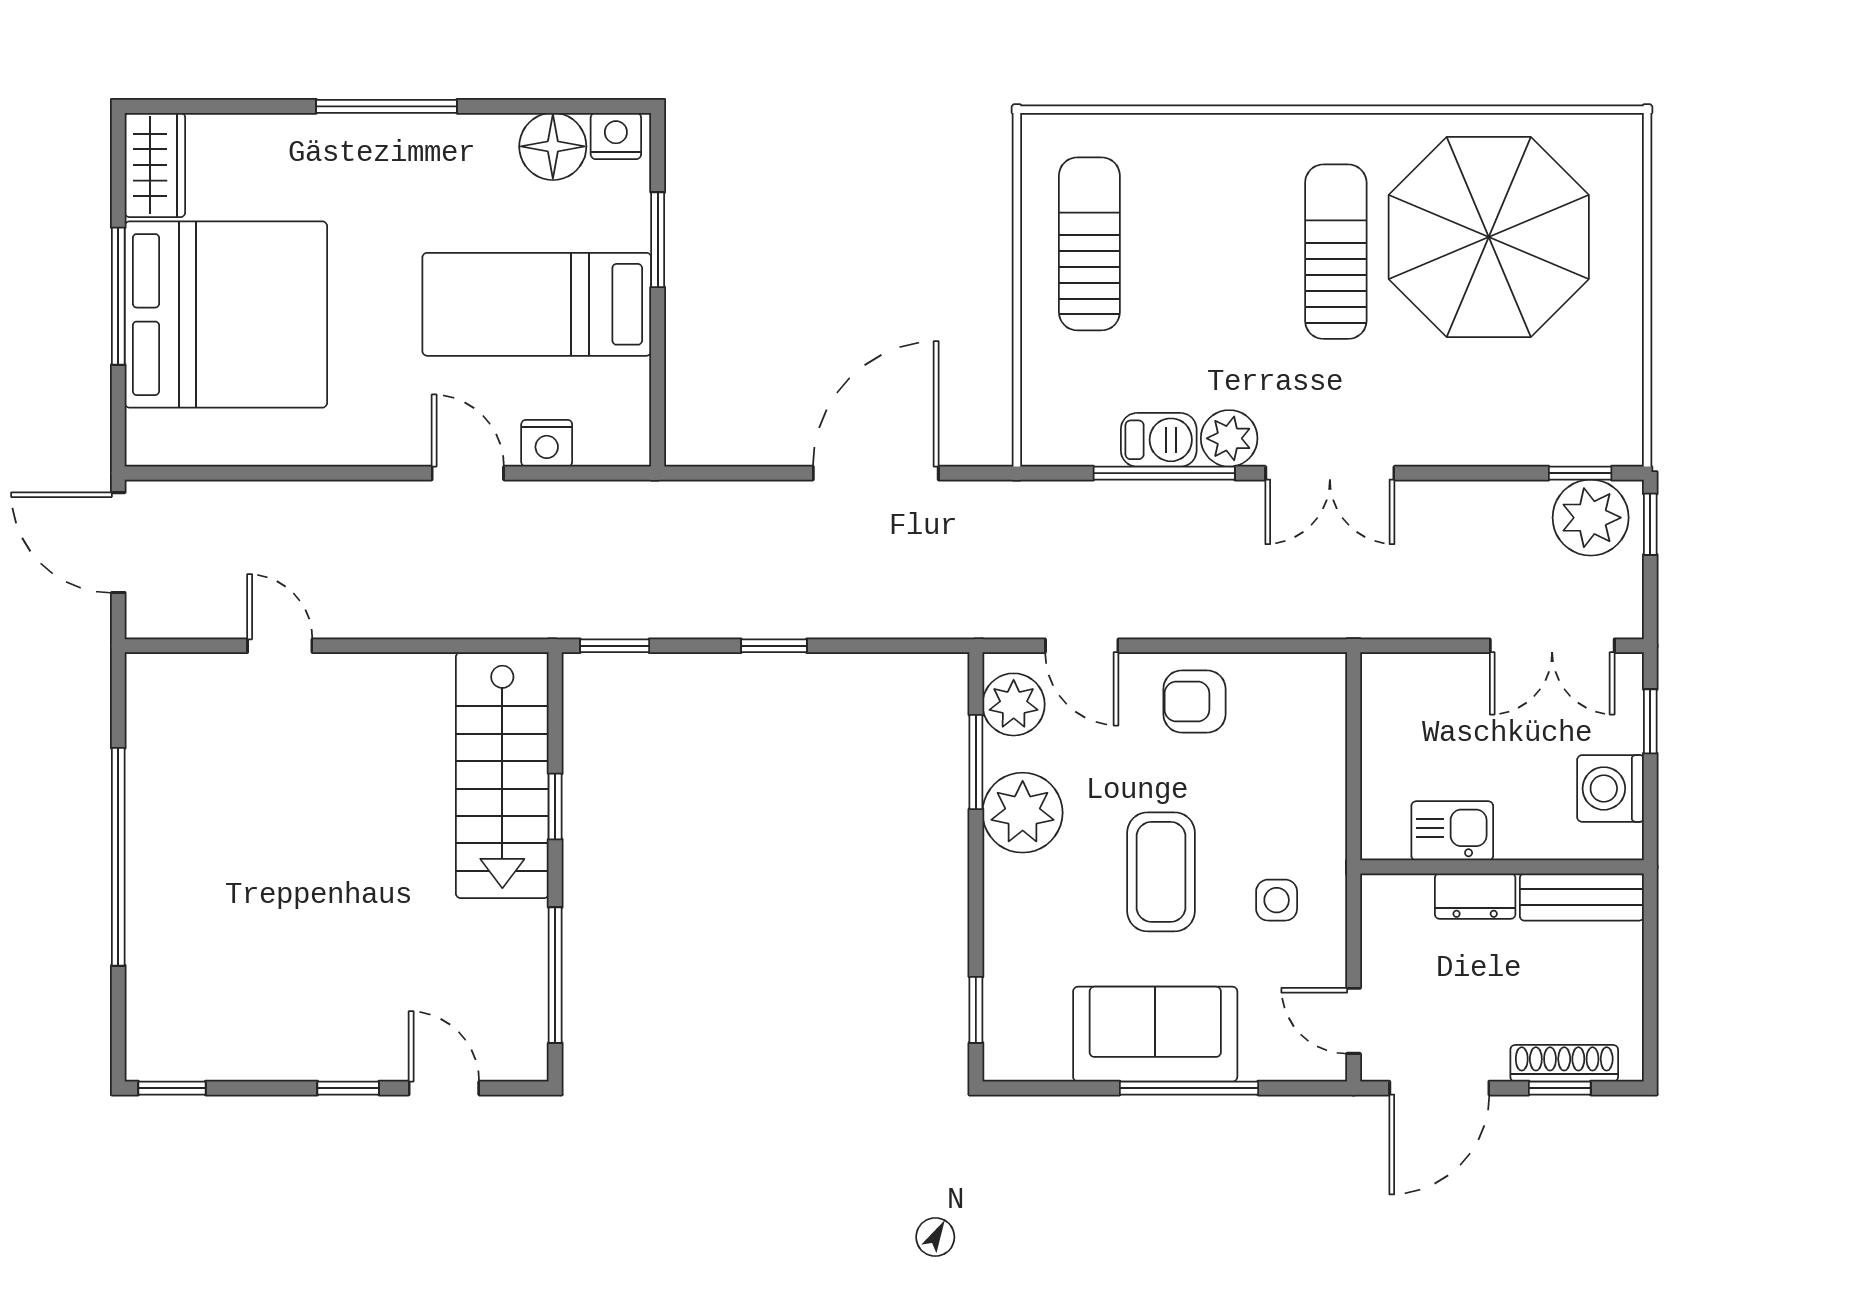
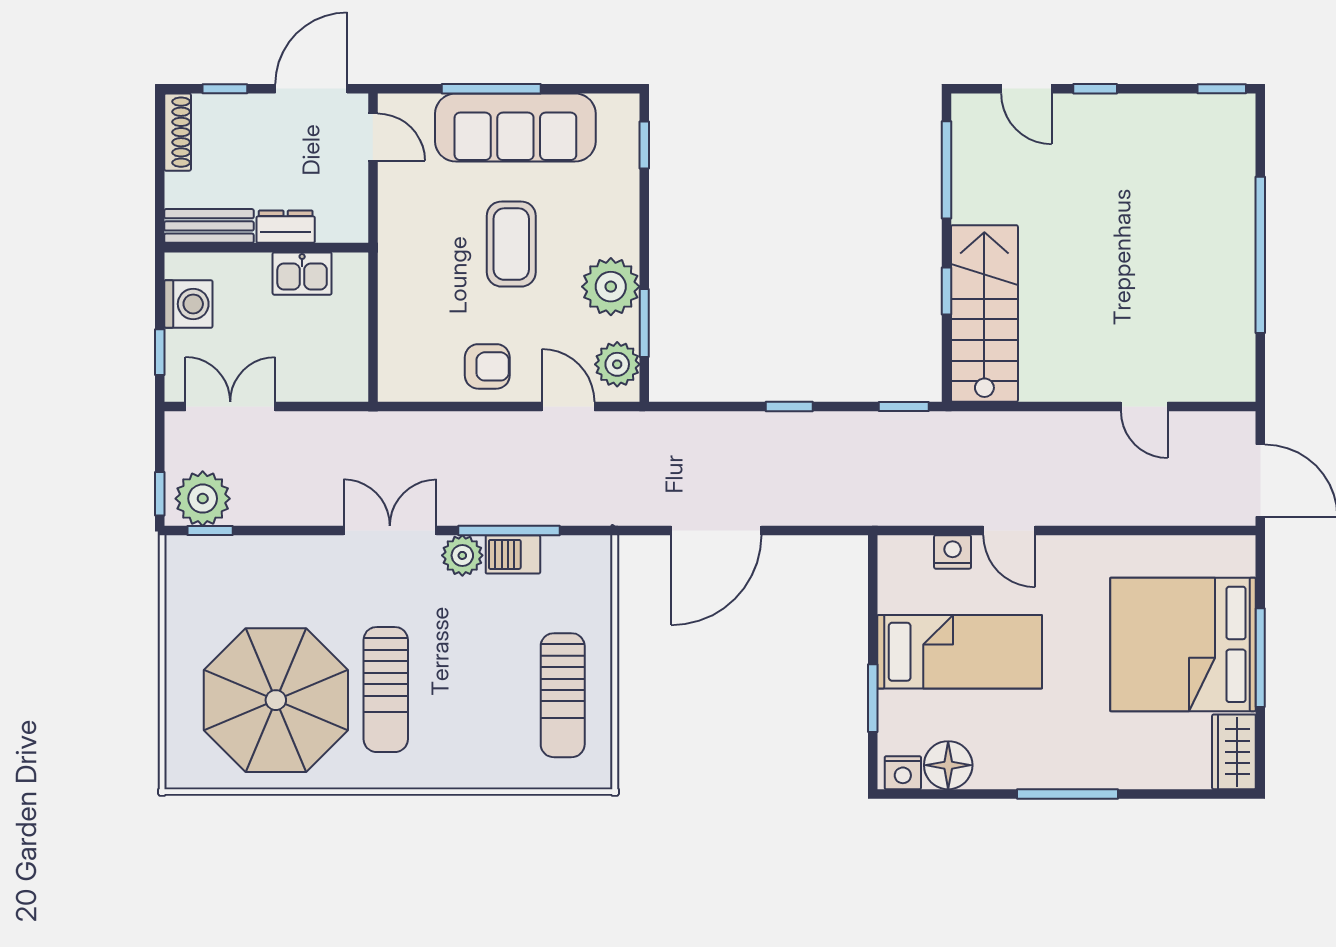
side table: (1277, 900) -> (428, 224), removed
sofa: (1155, 1034) -> (515, 127), width x1.36
shoe rack: (1564, 1063) -> (178, 132), moved, turned -90

